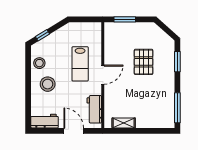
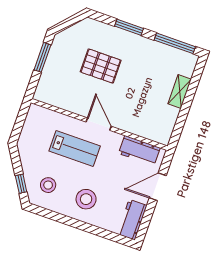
window: (125, 19) -> (42, 57), moved
window: (177, 62) -> (129, 27), moved
stool: (39, 63) -> (48, 185), moved
shelving: (124, 123) -> (180, 91), moved

